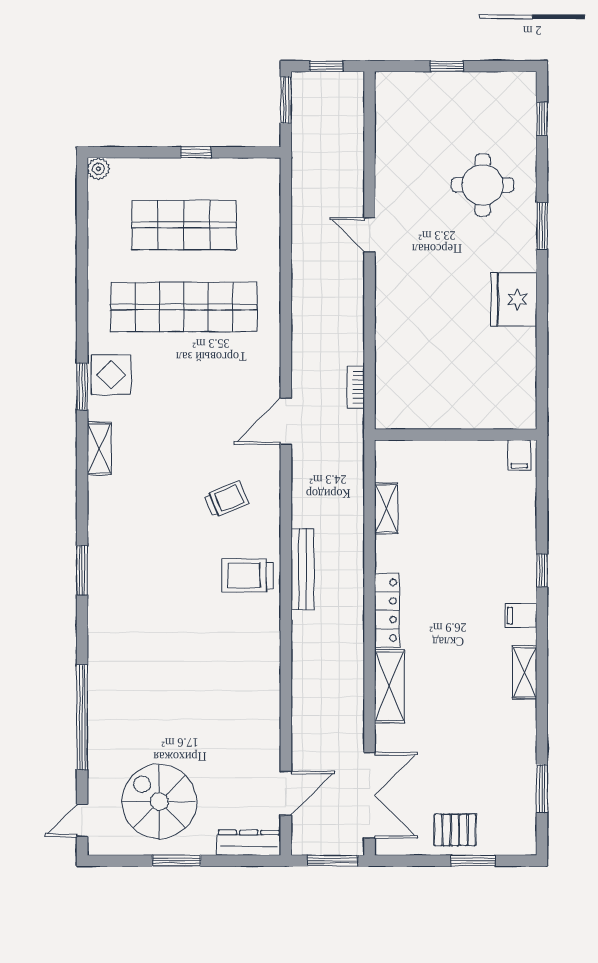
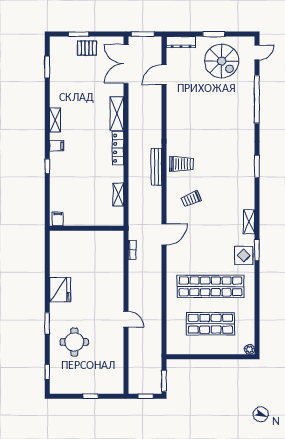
window: (196, 152) -> (205, 357), removed
door: (286, 793) -> (164, 75), moved

